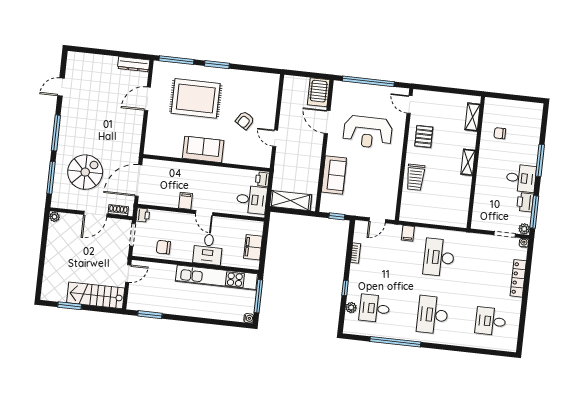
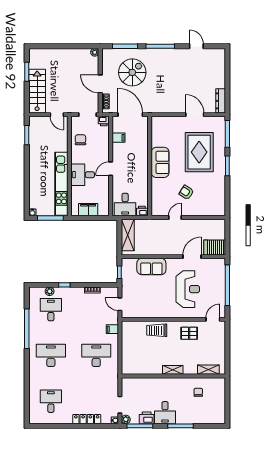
reception desk: (368, 132) -> (188, 289), turned 180
spiral stairs: (85, 172) -> (132, 72), turned -90
filing cabinet: (186, 201) -> (118, 138), moved

